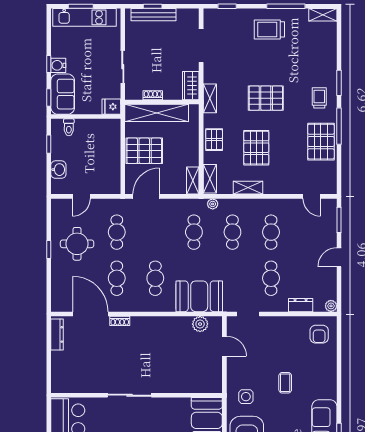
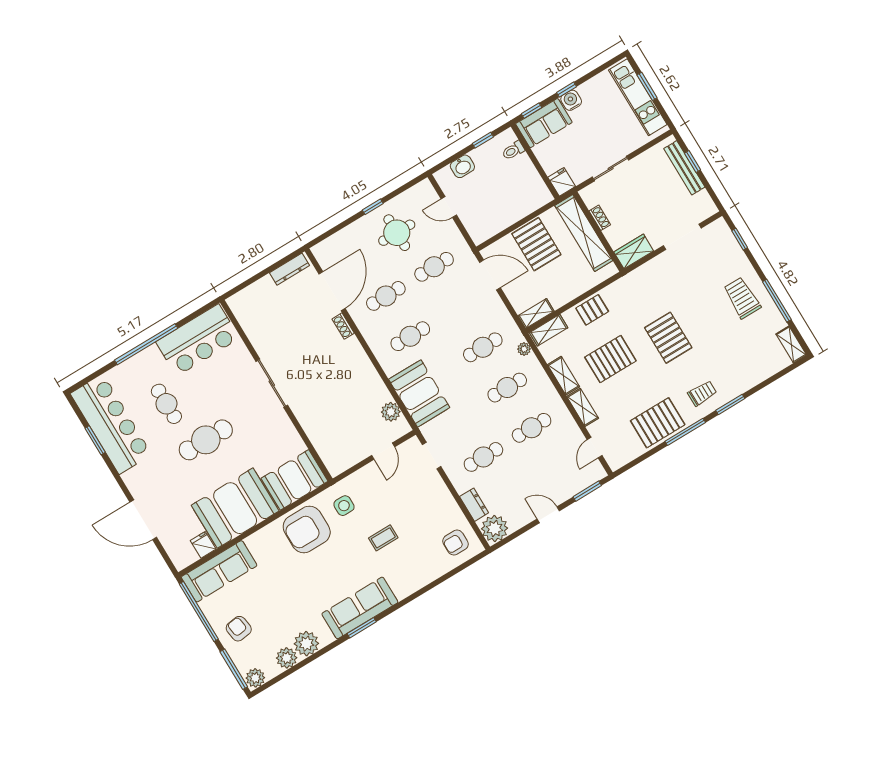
shelving: (210, 98) -> (583, 407), moved, turned 90
plant: (331, 306) -> (495, 528), width x1.88, depth x1.88

